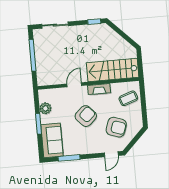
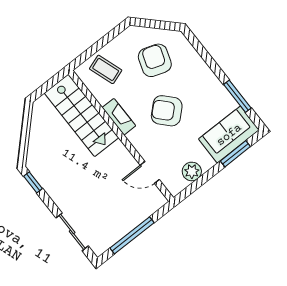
door: (74, 85) -> (150, 172), moved
window: (39, 124) -> (235, 154), moved
door: (111, 154) -> (195, 43), removed

